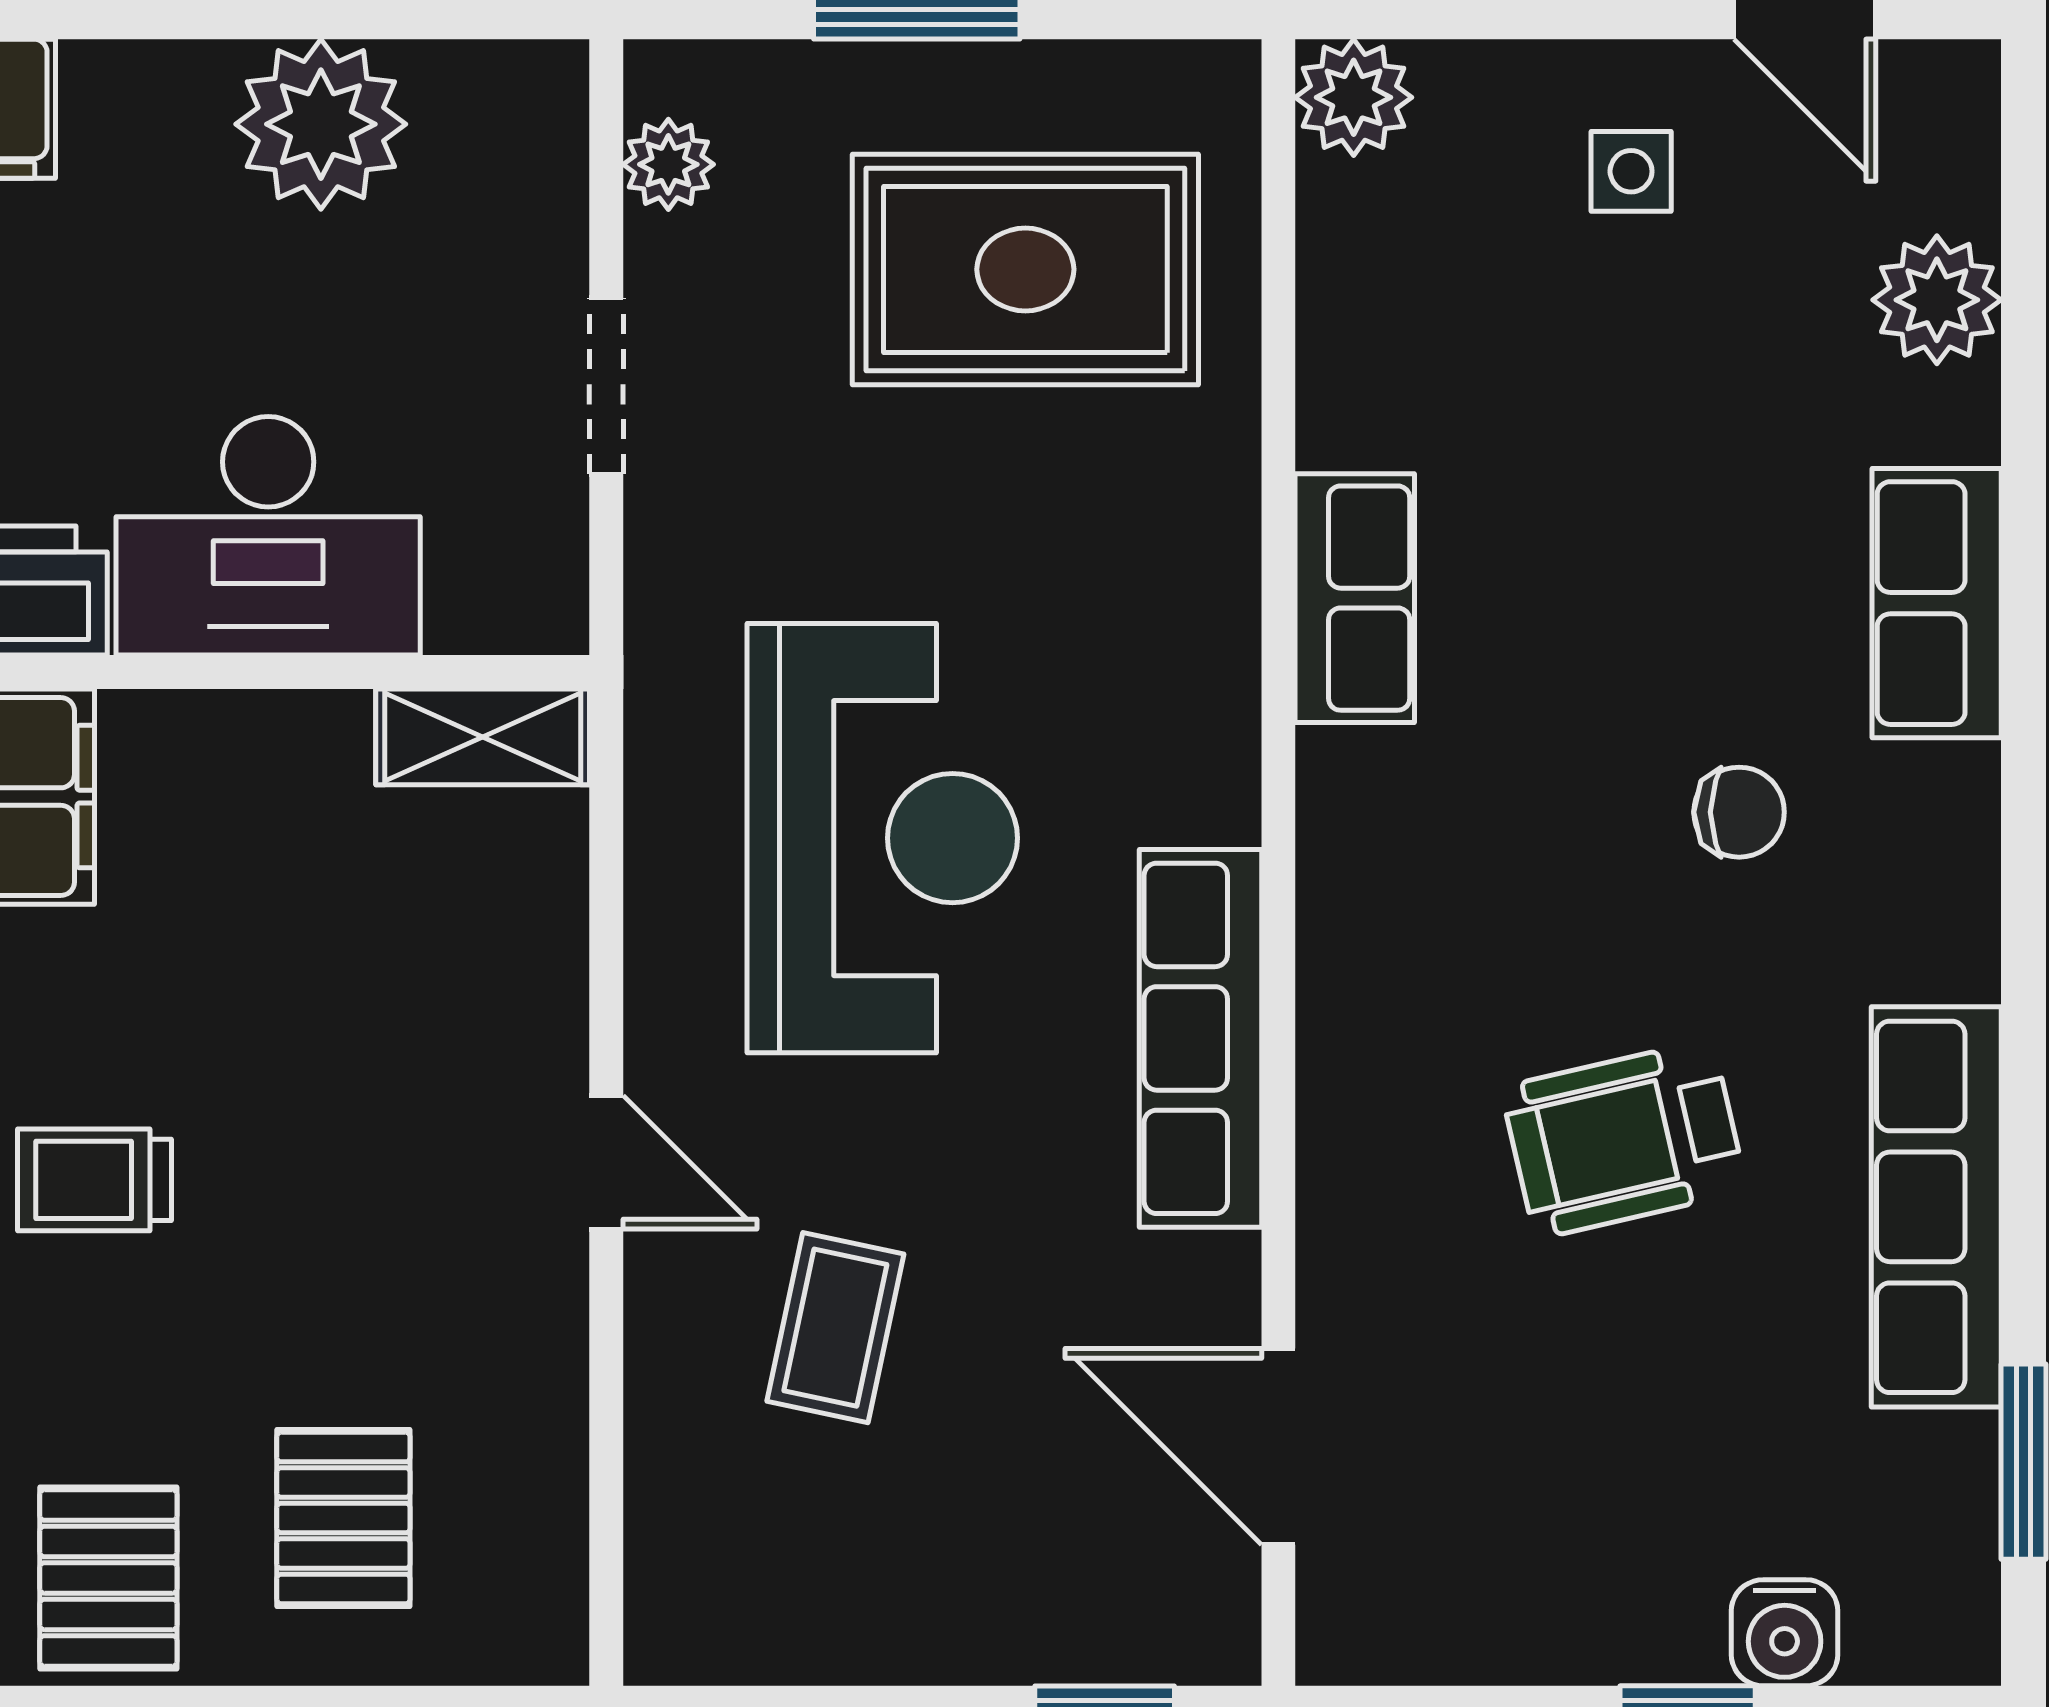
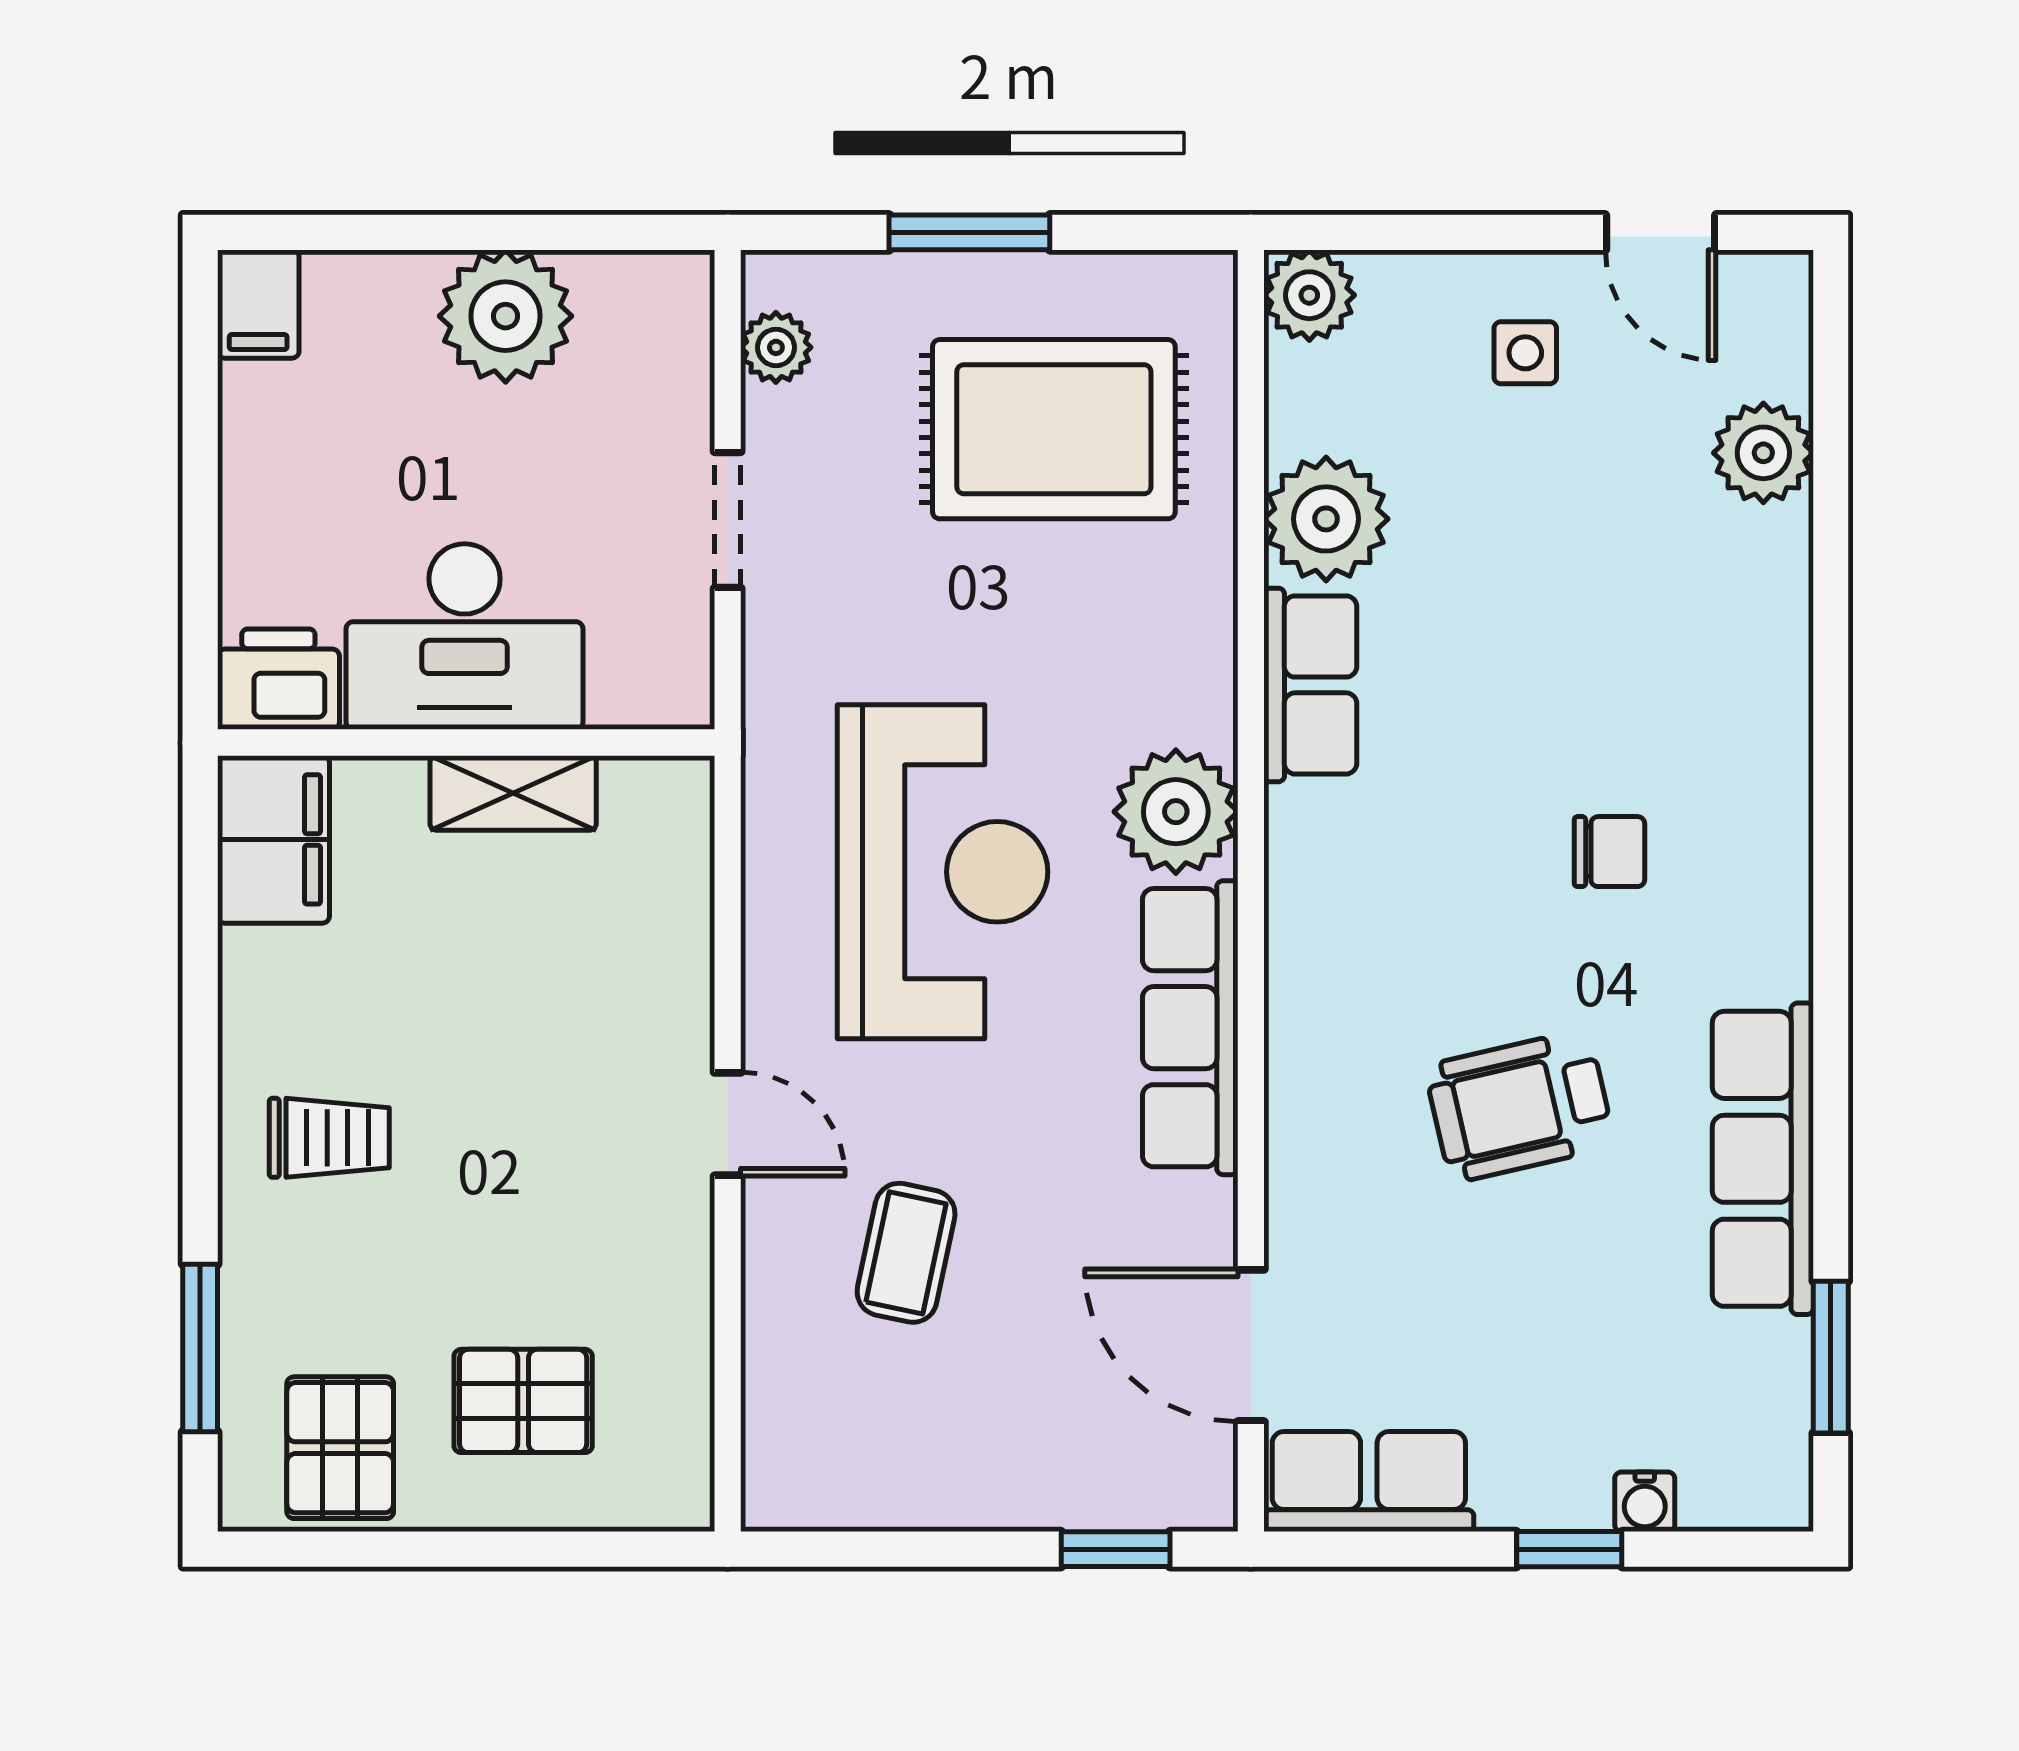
plant: (1375, 385) -> (1326, 519), added
row of seats: (1937, 603) -> (1369, 1482), moved, turned 90
shelving: (483, 737) -> (513, 793), moved
plant: (1182, 761) -> (1176, 812), added
trolley: (94, 1180) -> (329, 1138), turned 180
pallet: (343, 1518) -> (523, 1401), turned 90
water cooler: (1785, 1633) -> (1645, 1502), width x0.72, depth x0.72

